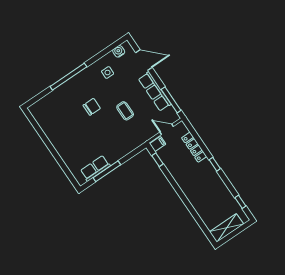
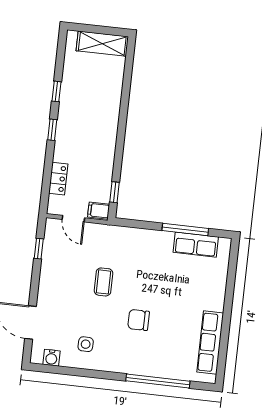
window: (68, 77) -> (158, 381), moved
row of seats: (155, 91) -> (210, 342), moved, turned 180
window: (171, 100) -> (39, 249), width x0.46
locker: (194, 147) -> (58, 179), width x0.66
window: (240, 202) -> (56, 91), moved

